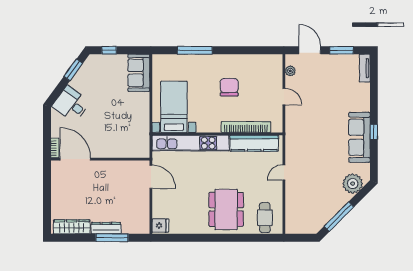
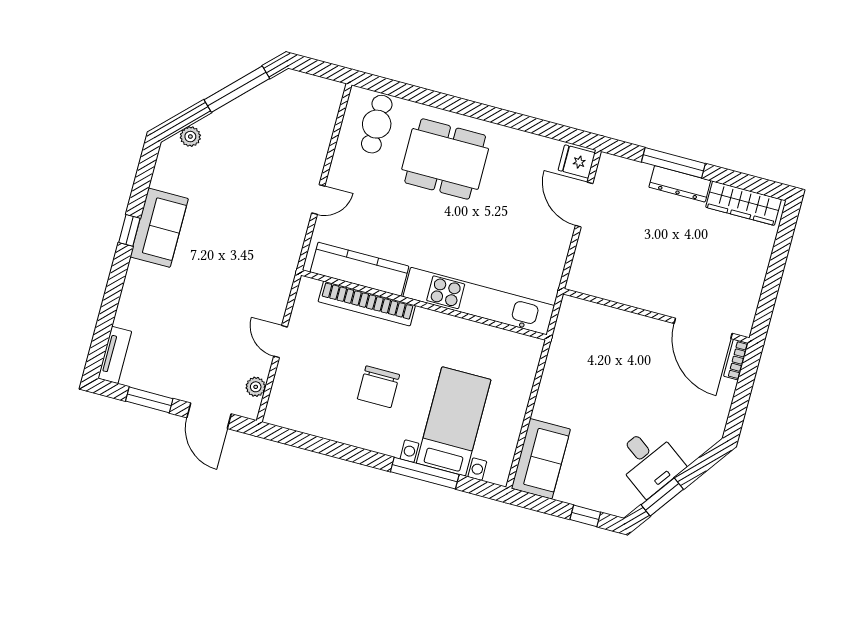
desk: (71, 104) -> (649, 462), moved
bed with nightstands: (174, 107) -> (454, 421), moved, turned 180
sofa: (359, 137) -> (159, 228), width x0.73
door: (151, 177) -> (584, 205), moved
plant: (353, 184) -> (190, 137), width x0.53, depth x0.53
dining table: (226, 209) -> (445, 159), turned 90

